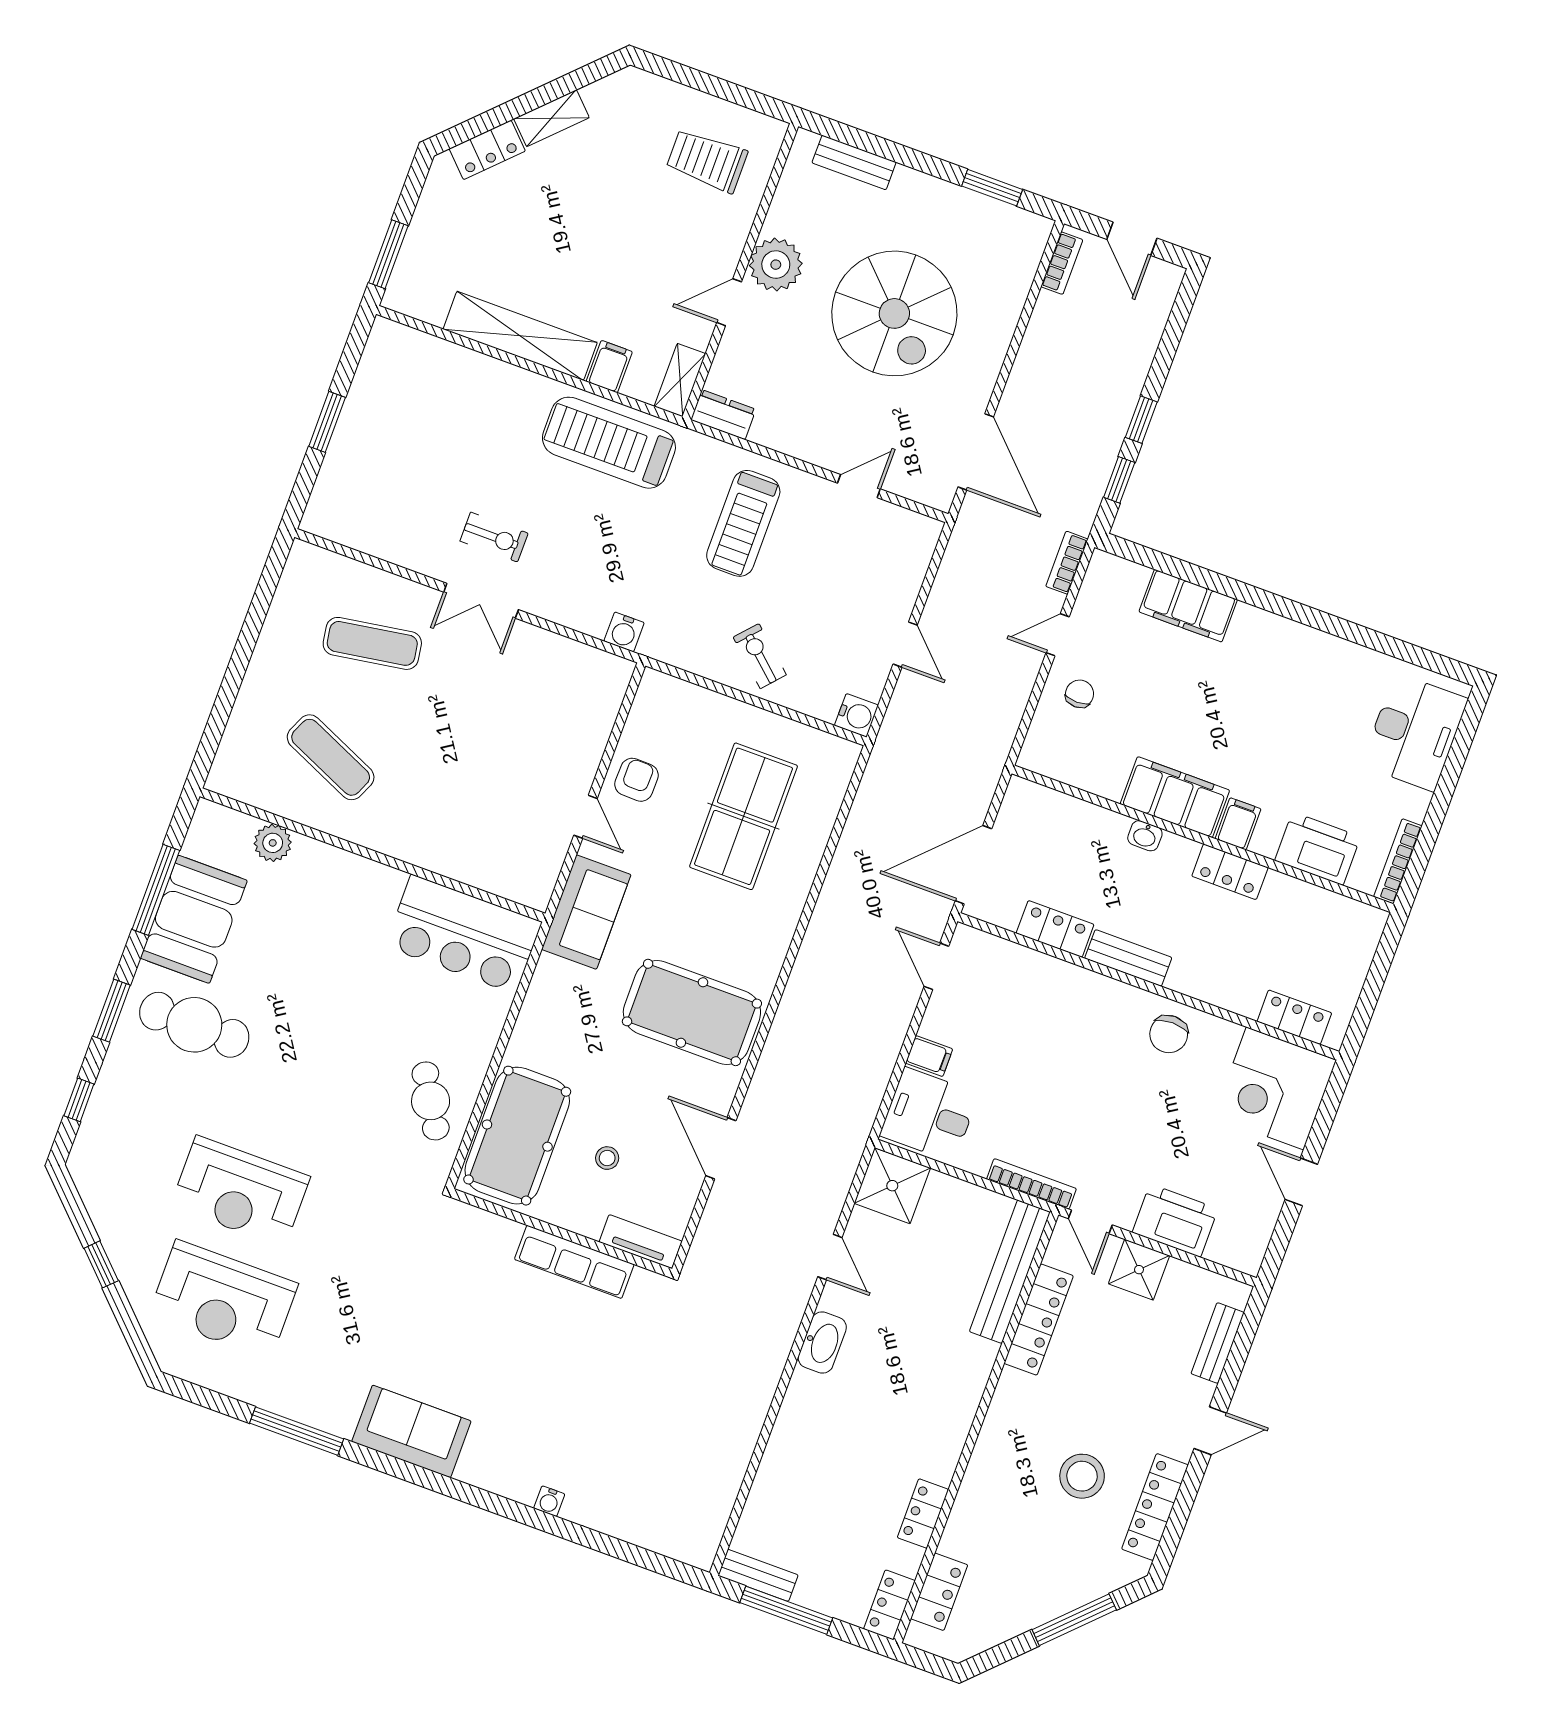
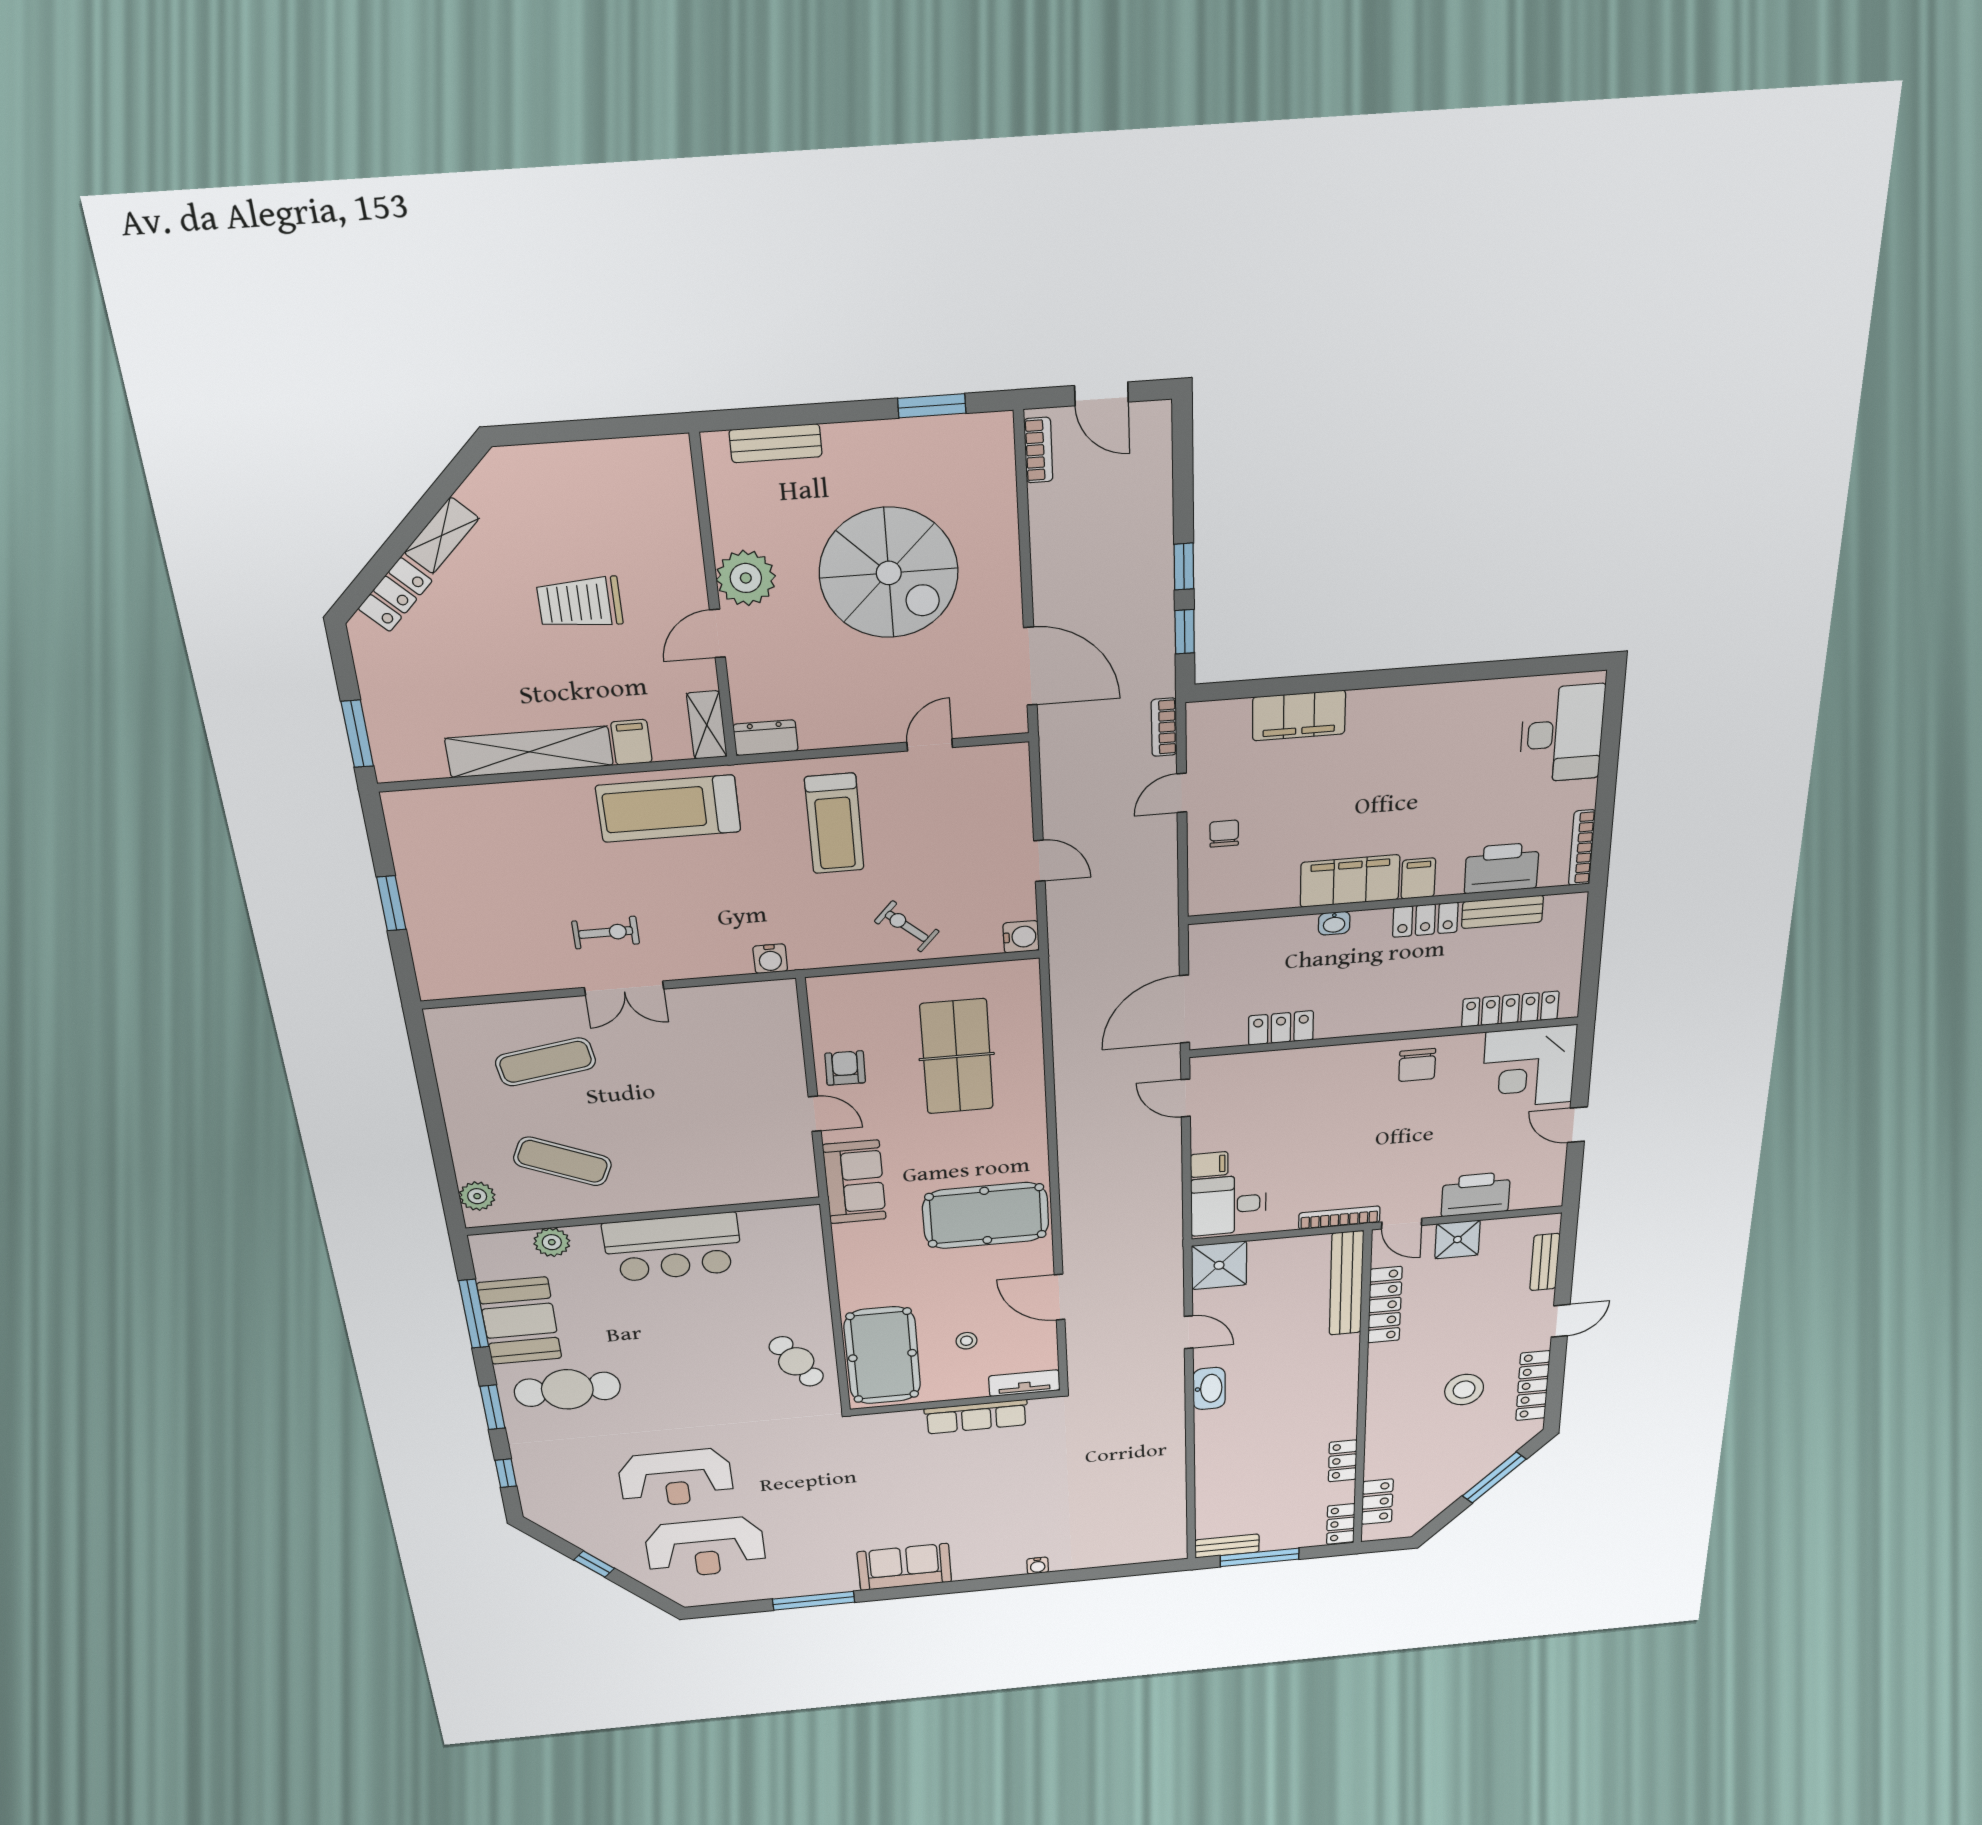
trolley: (707, 161) -> (580, 603), moved
plant: (233, 758) -> (477, 1196), added
bar counter: (463, 934) -> (673, 1247), moved
bench: (1128, 958) -> (1502, 912), moved
locker: (1294, 1017) -> (1510, 1009), width x1.53

